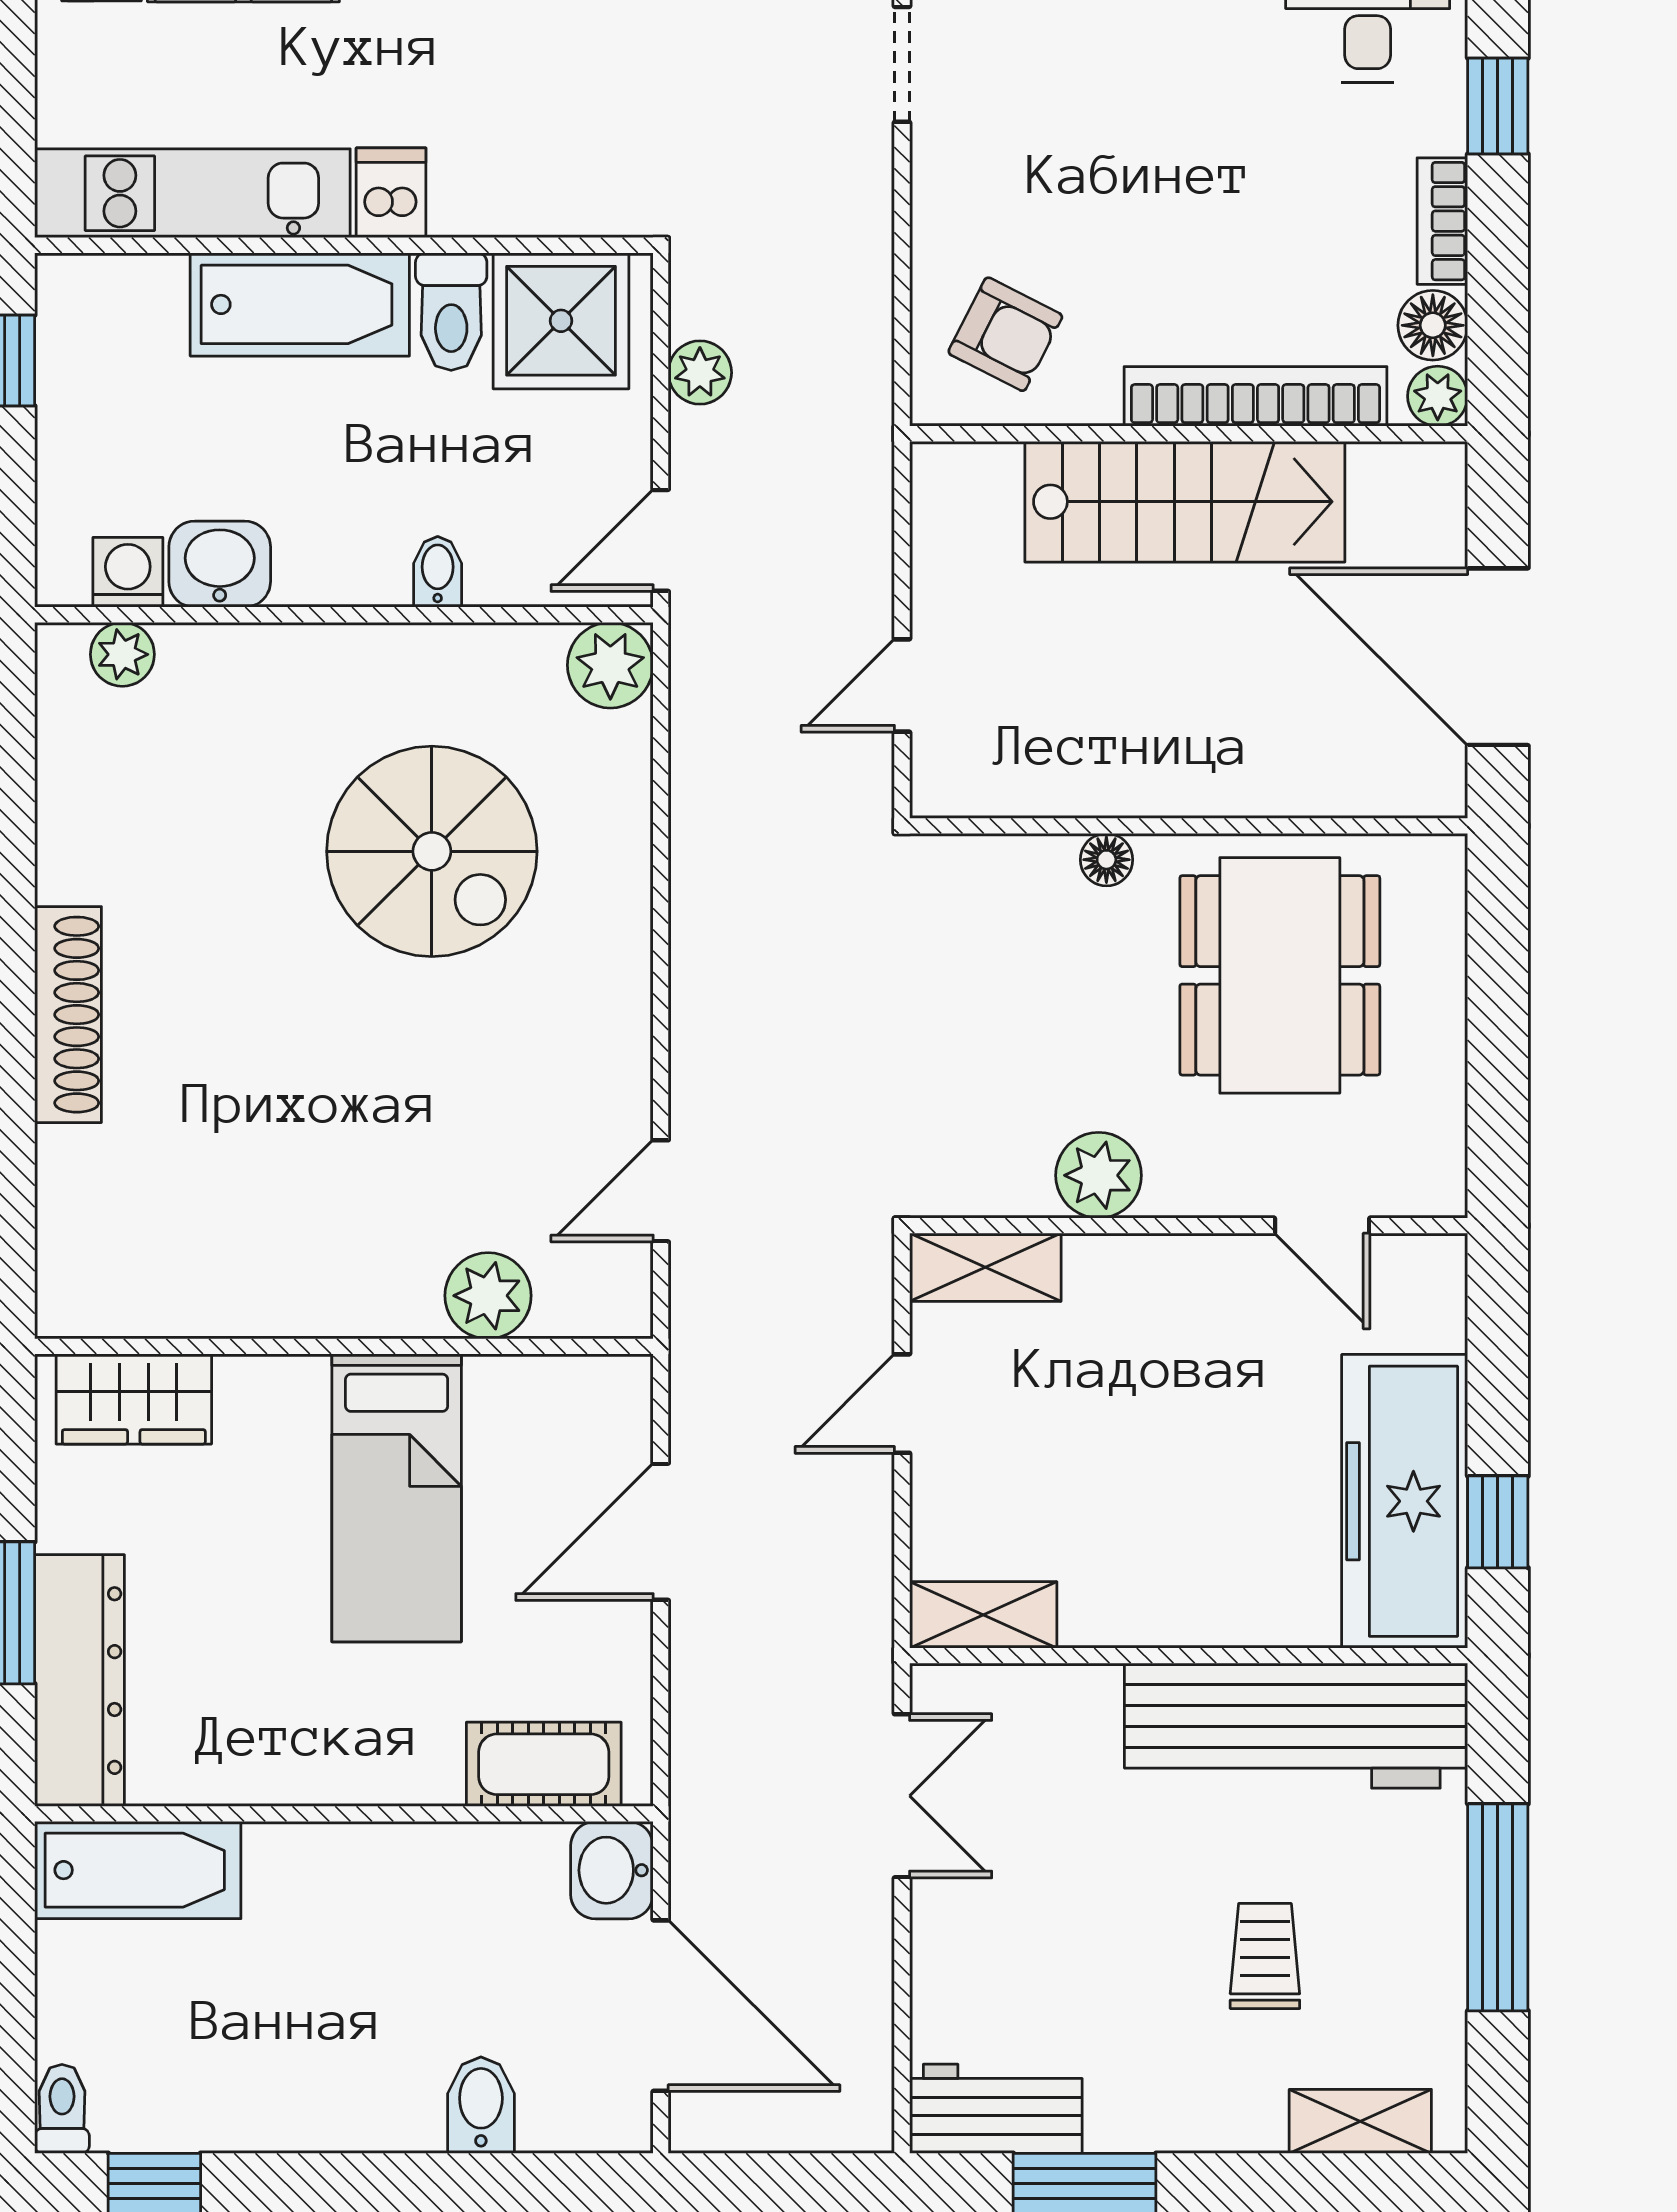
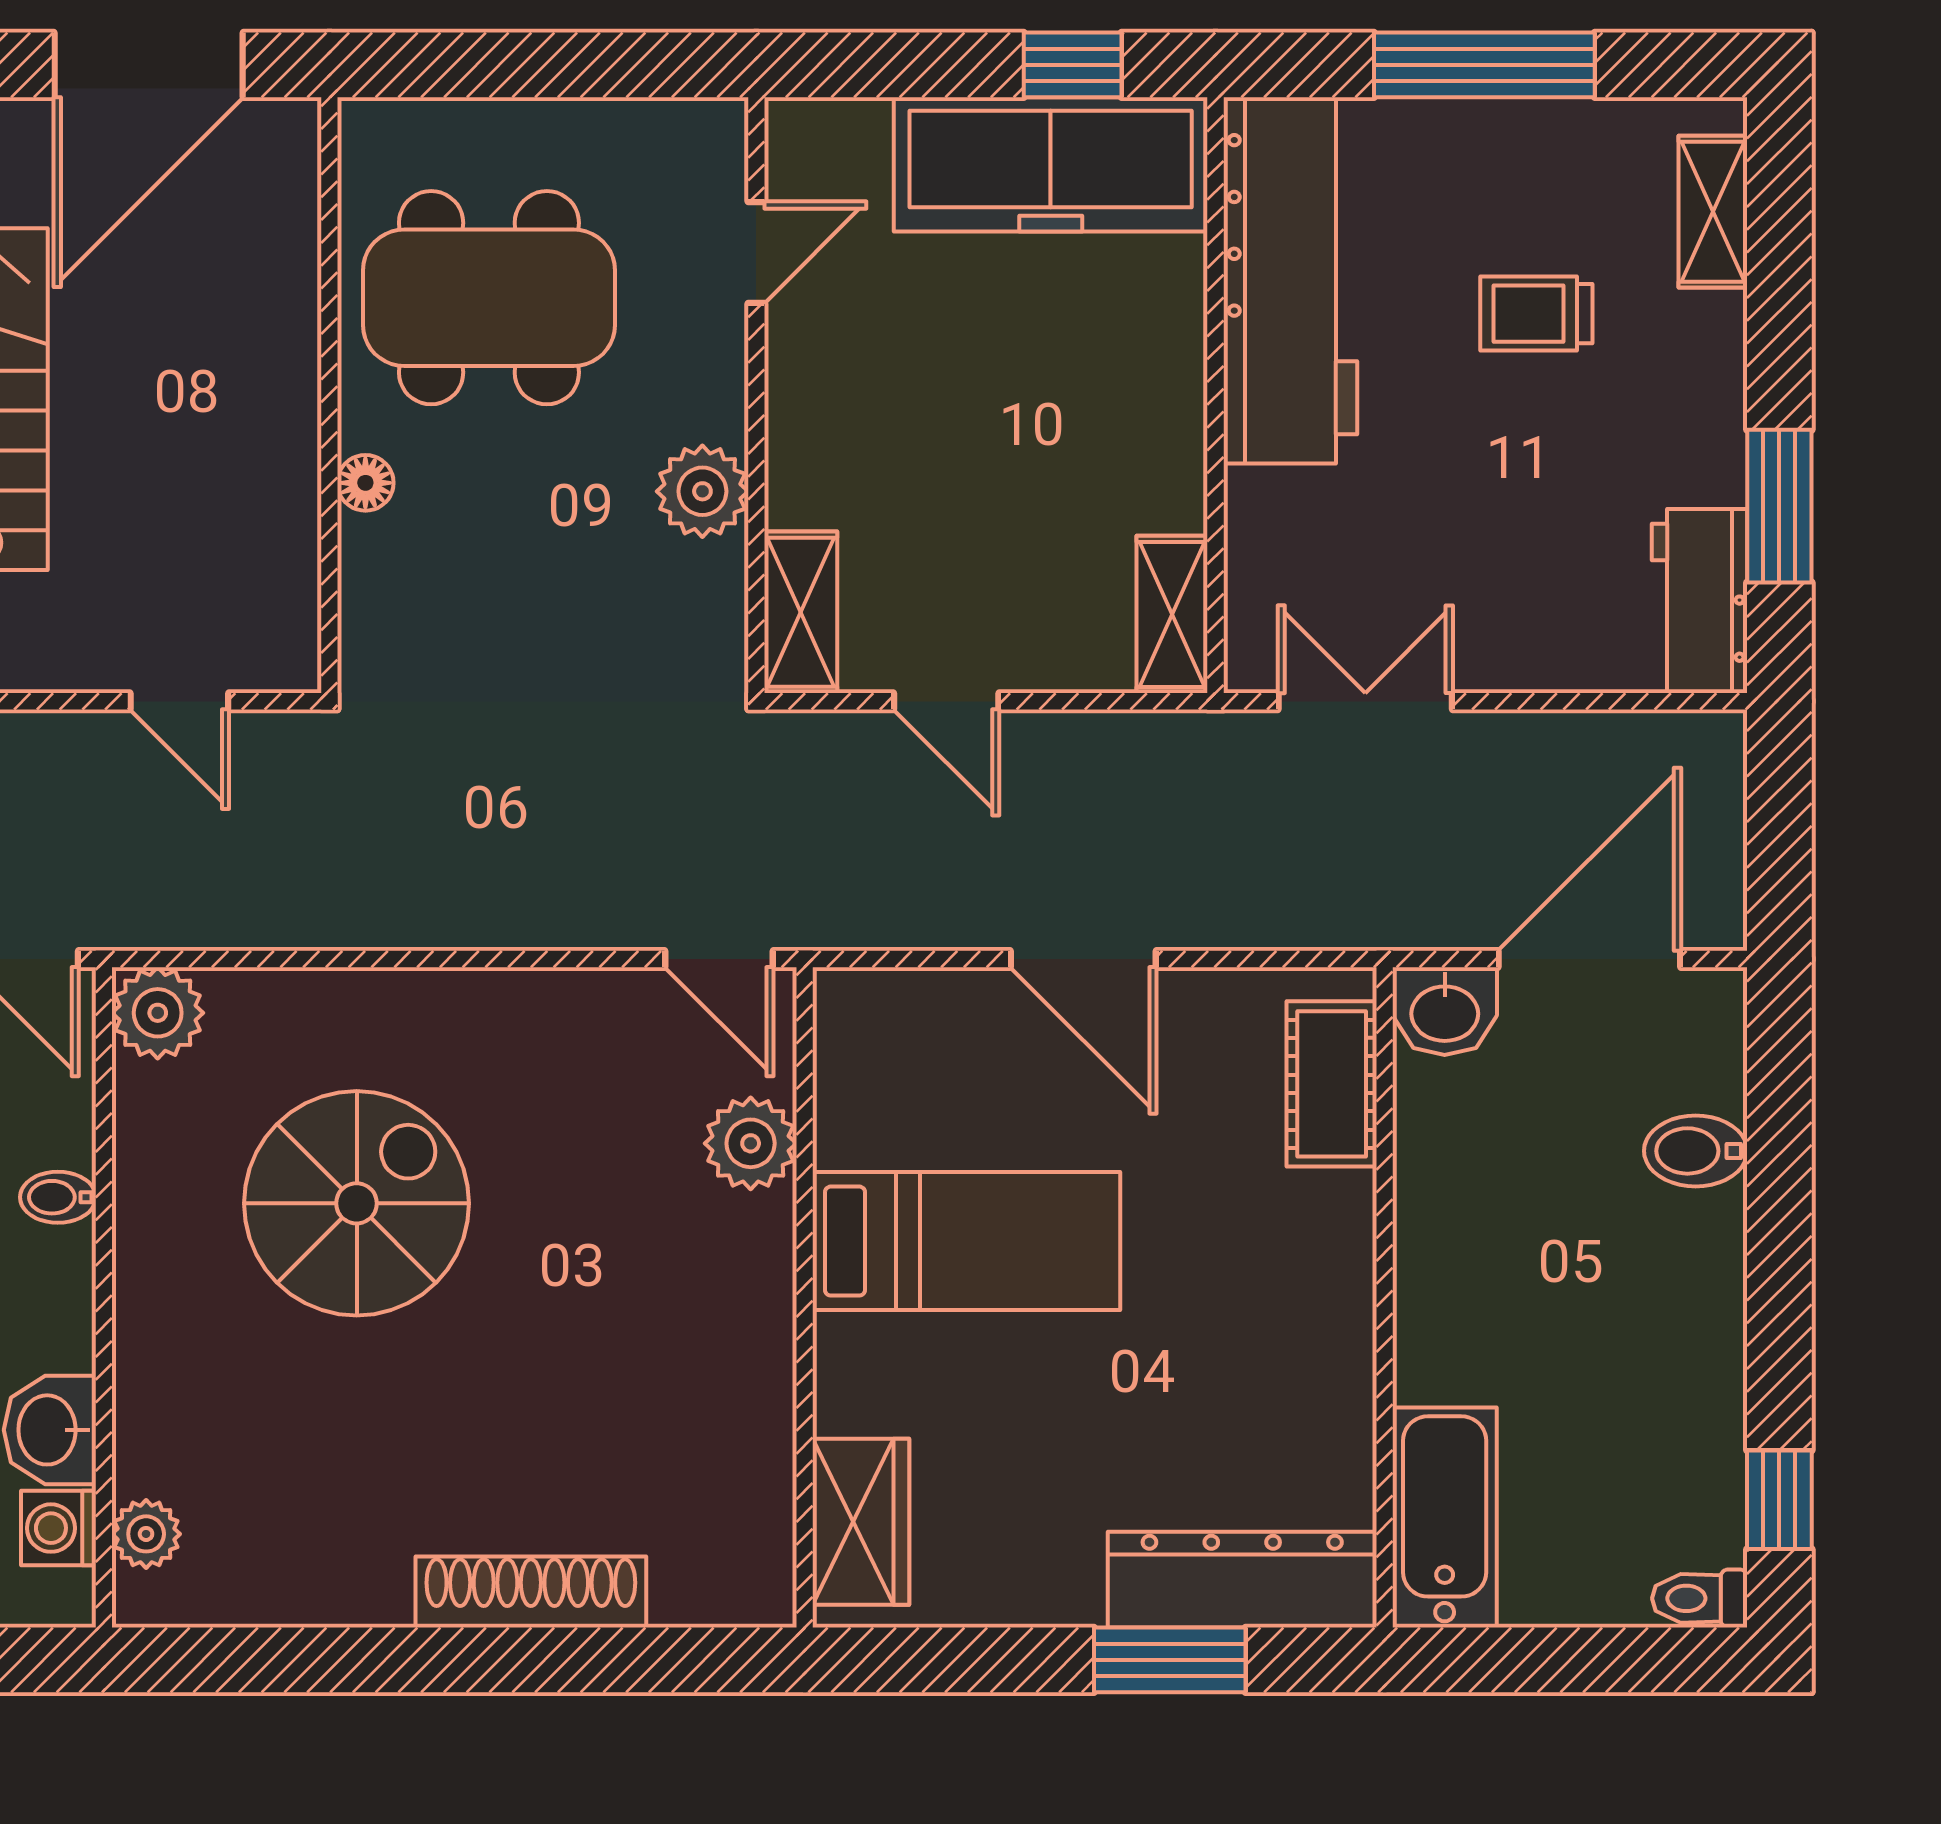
plant: (488, 1296) -> (751, 1143), moved
wall: (344, 1346) -> (805, 1297), moved
wardrobe: (134, 1399) -> (861, 1522), moved
bed: (397, 1498) -> (966, 1241), moved

